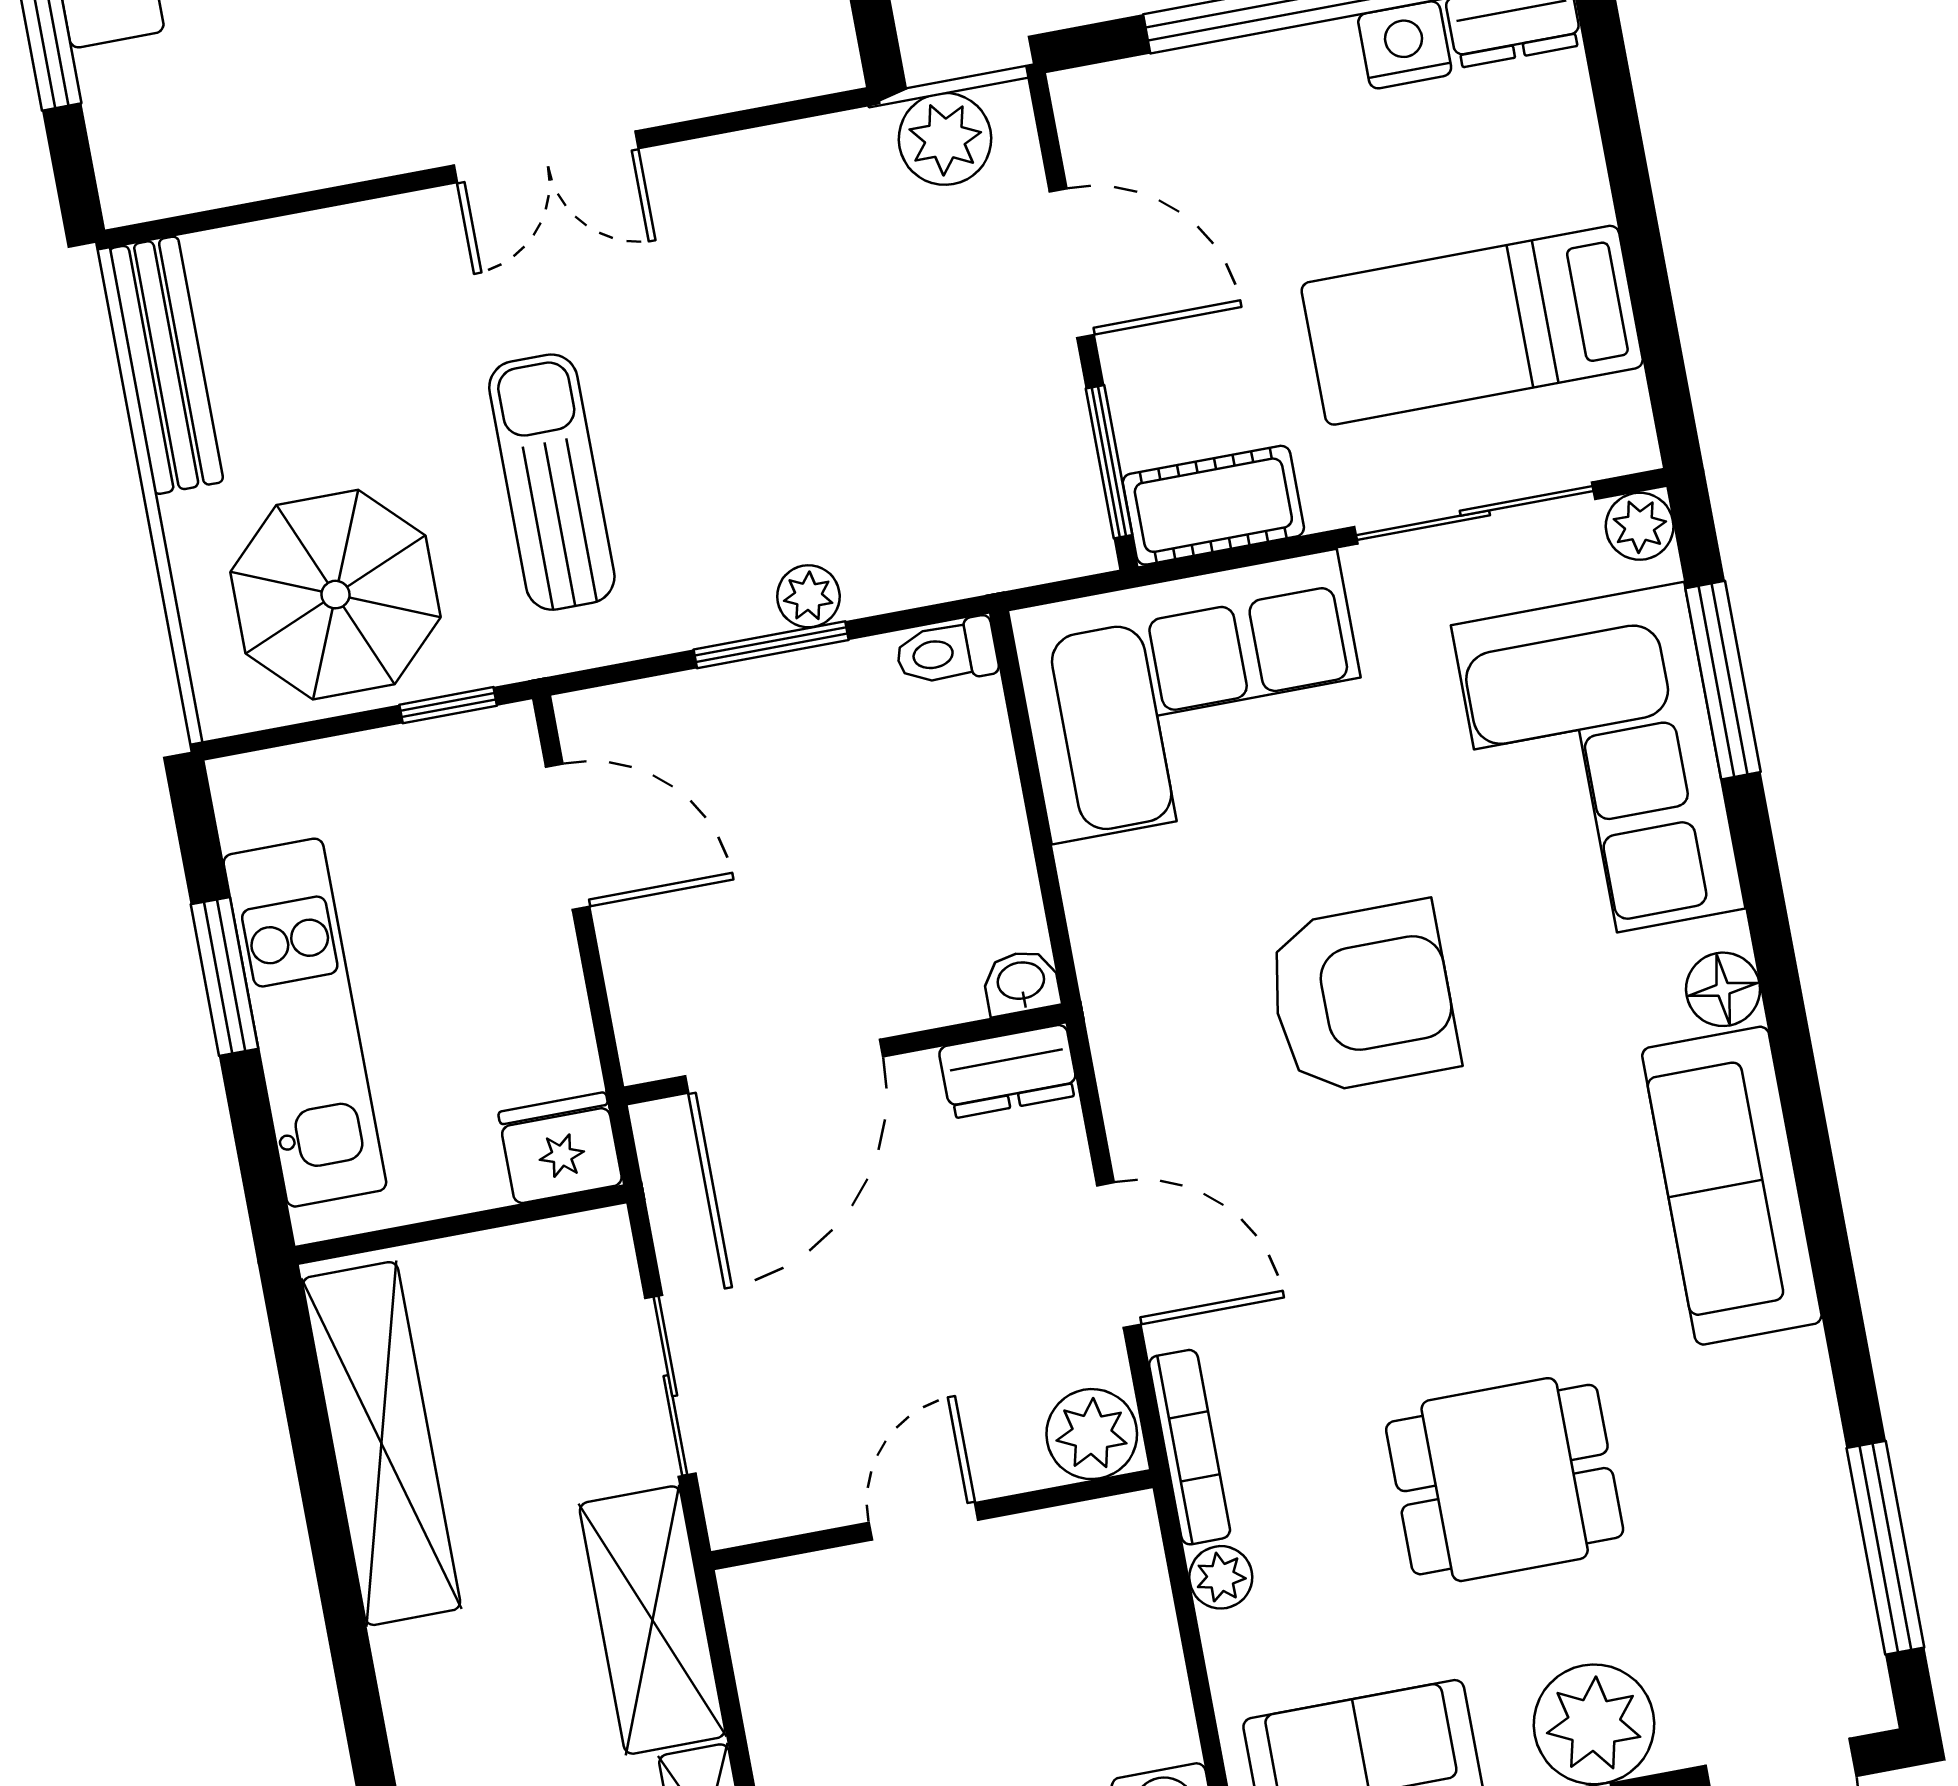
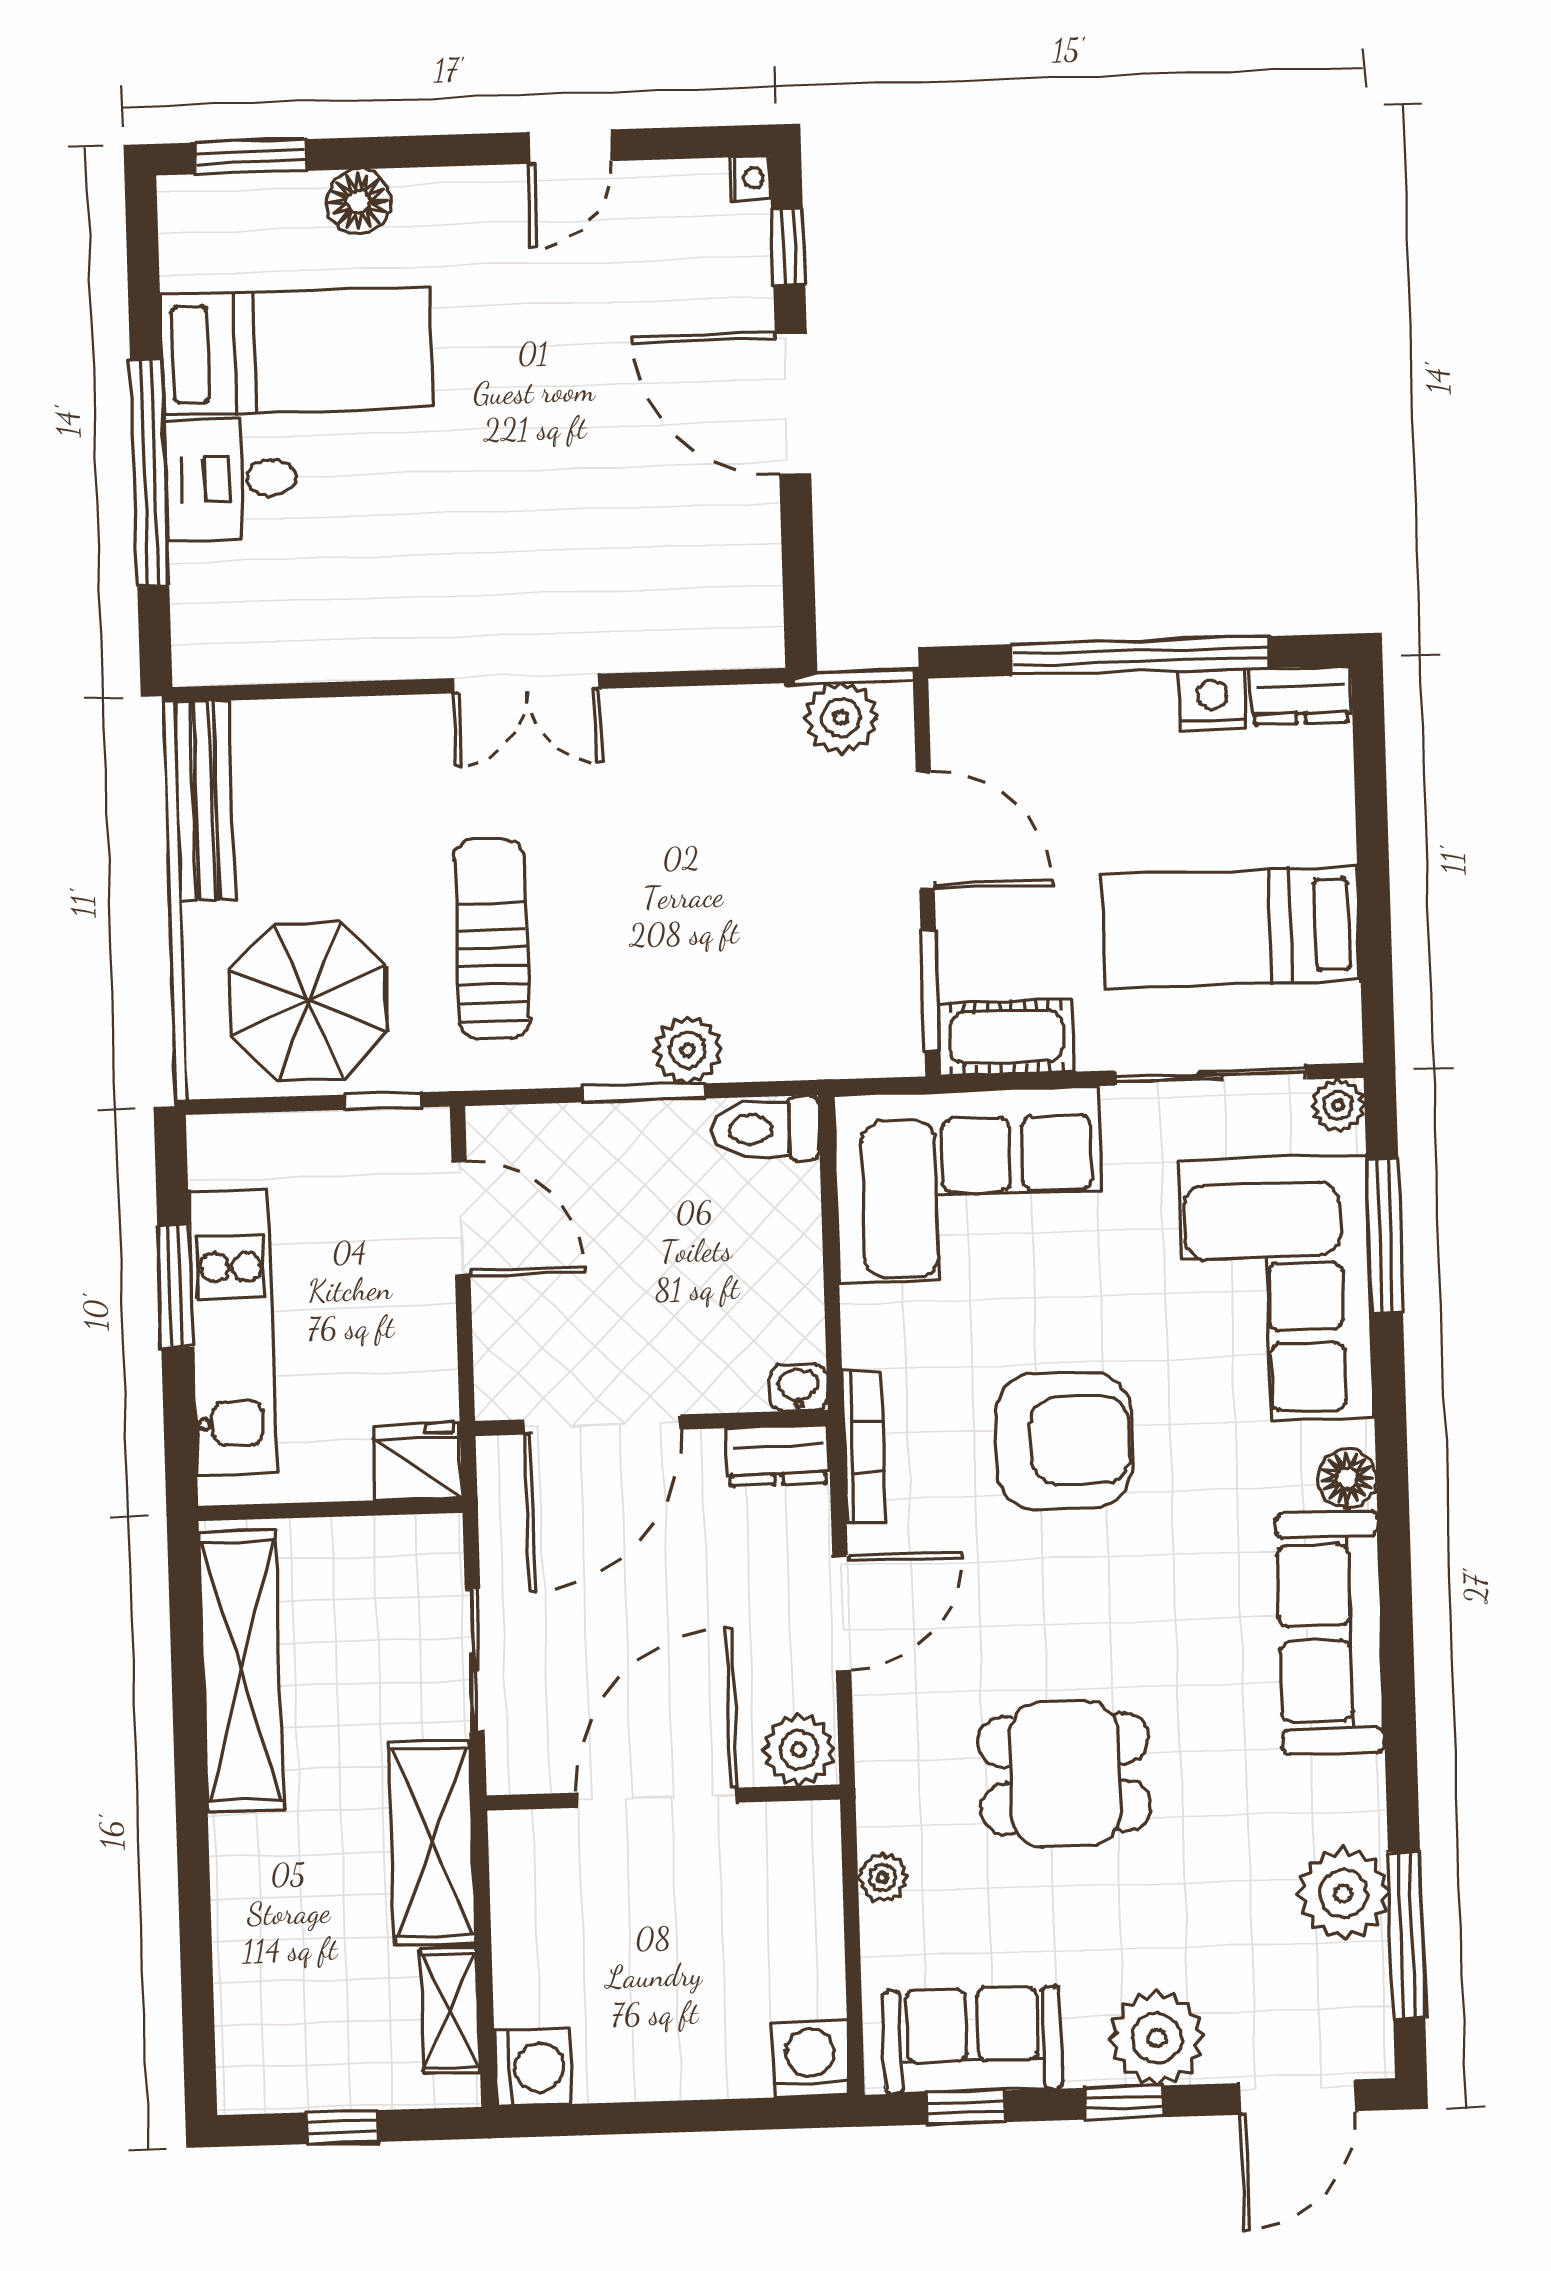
plant: (808, 596) -> (688, 1050), width x1.38, depth x1.38
toilet: (947, 652) -> (765, 1129), width x1.37, depth x1.39
door: (1119, 1255) -> (842, 1613), hinge flipped
bookcase: (1190, 1447) -> (864, 1447), moved
dining table: (1505, 1480) -> (1065, 1774), moved
plant: (1799, 1508) -> (1343, 1893), added
door: (924, 1521) -> (657, 1798), width x1.88

